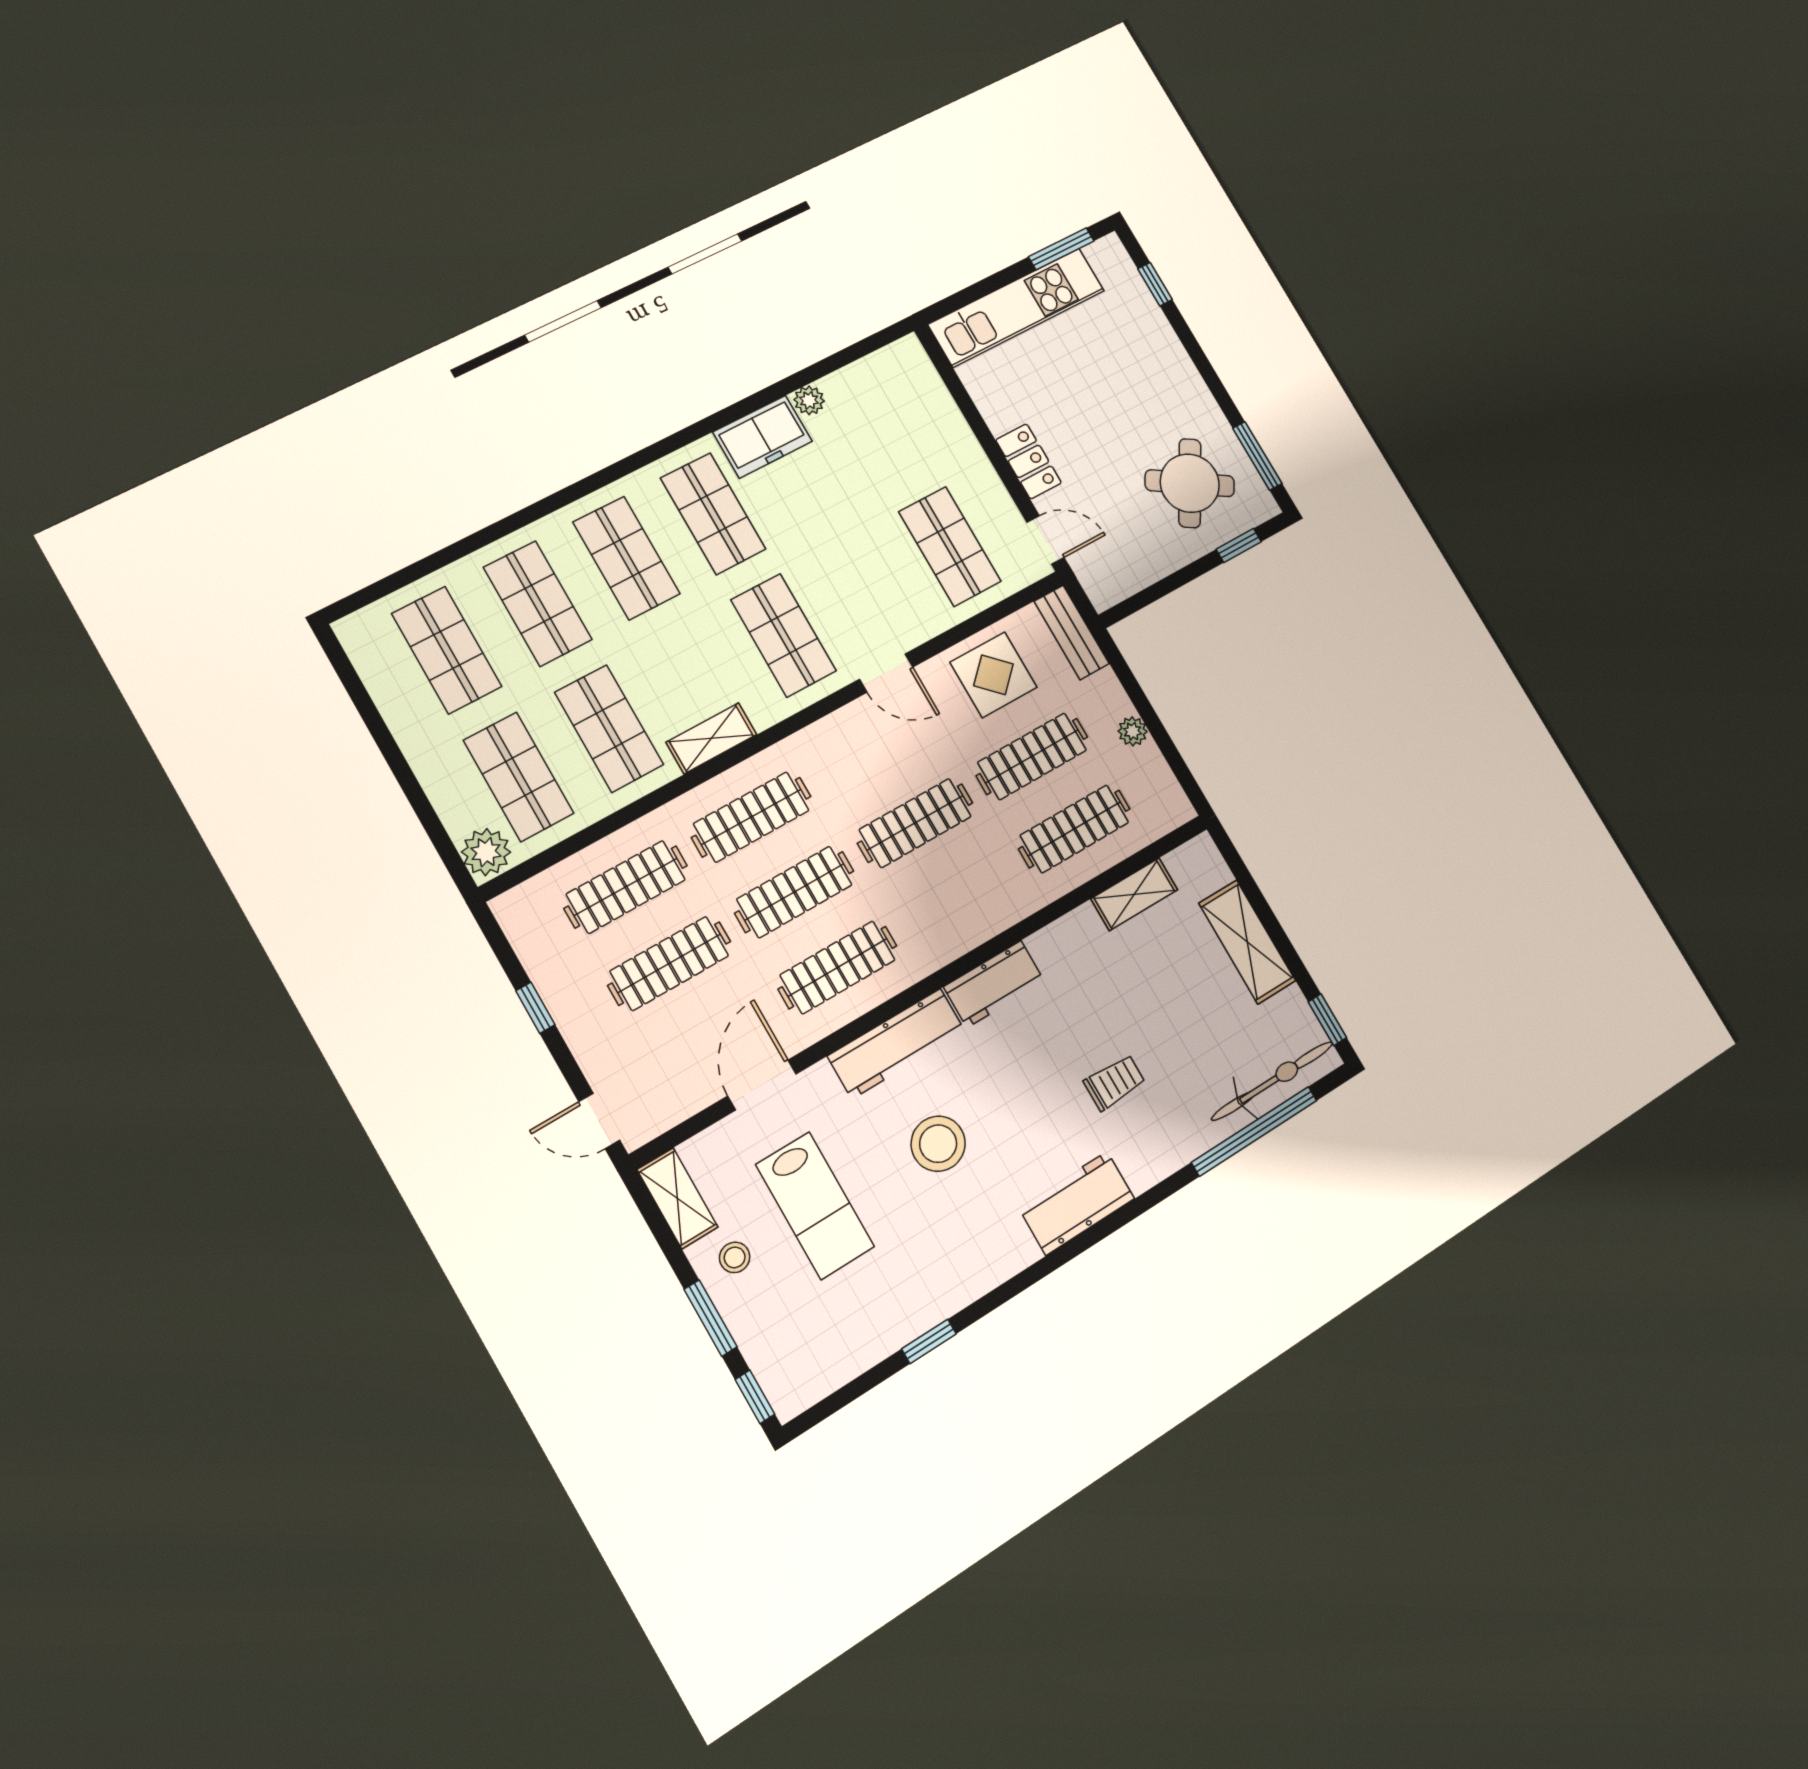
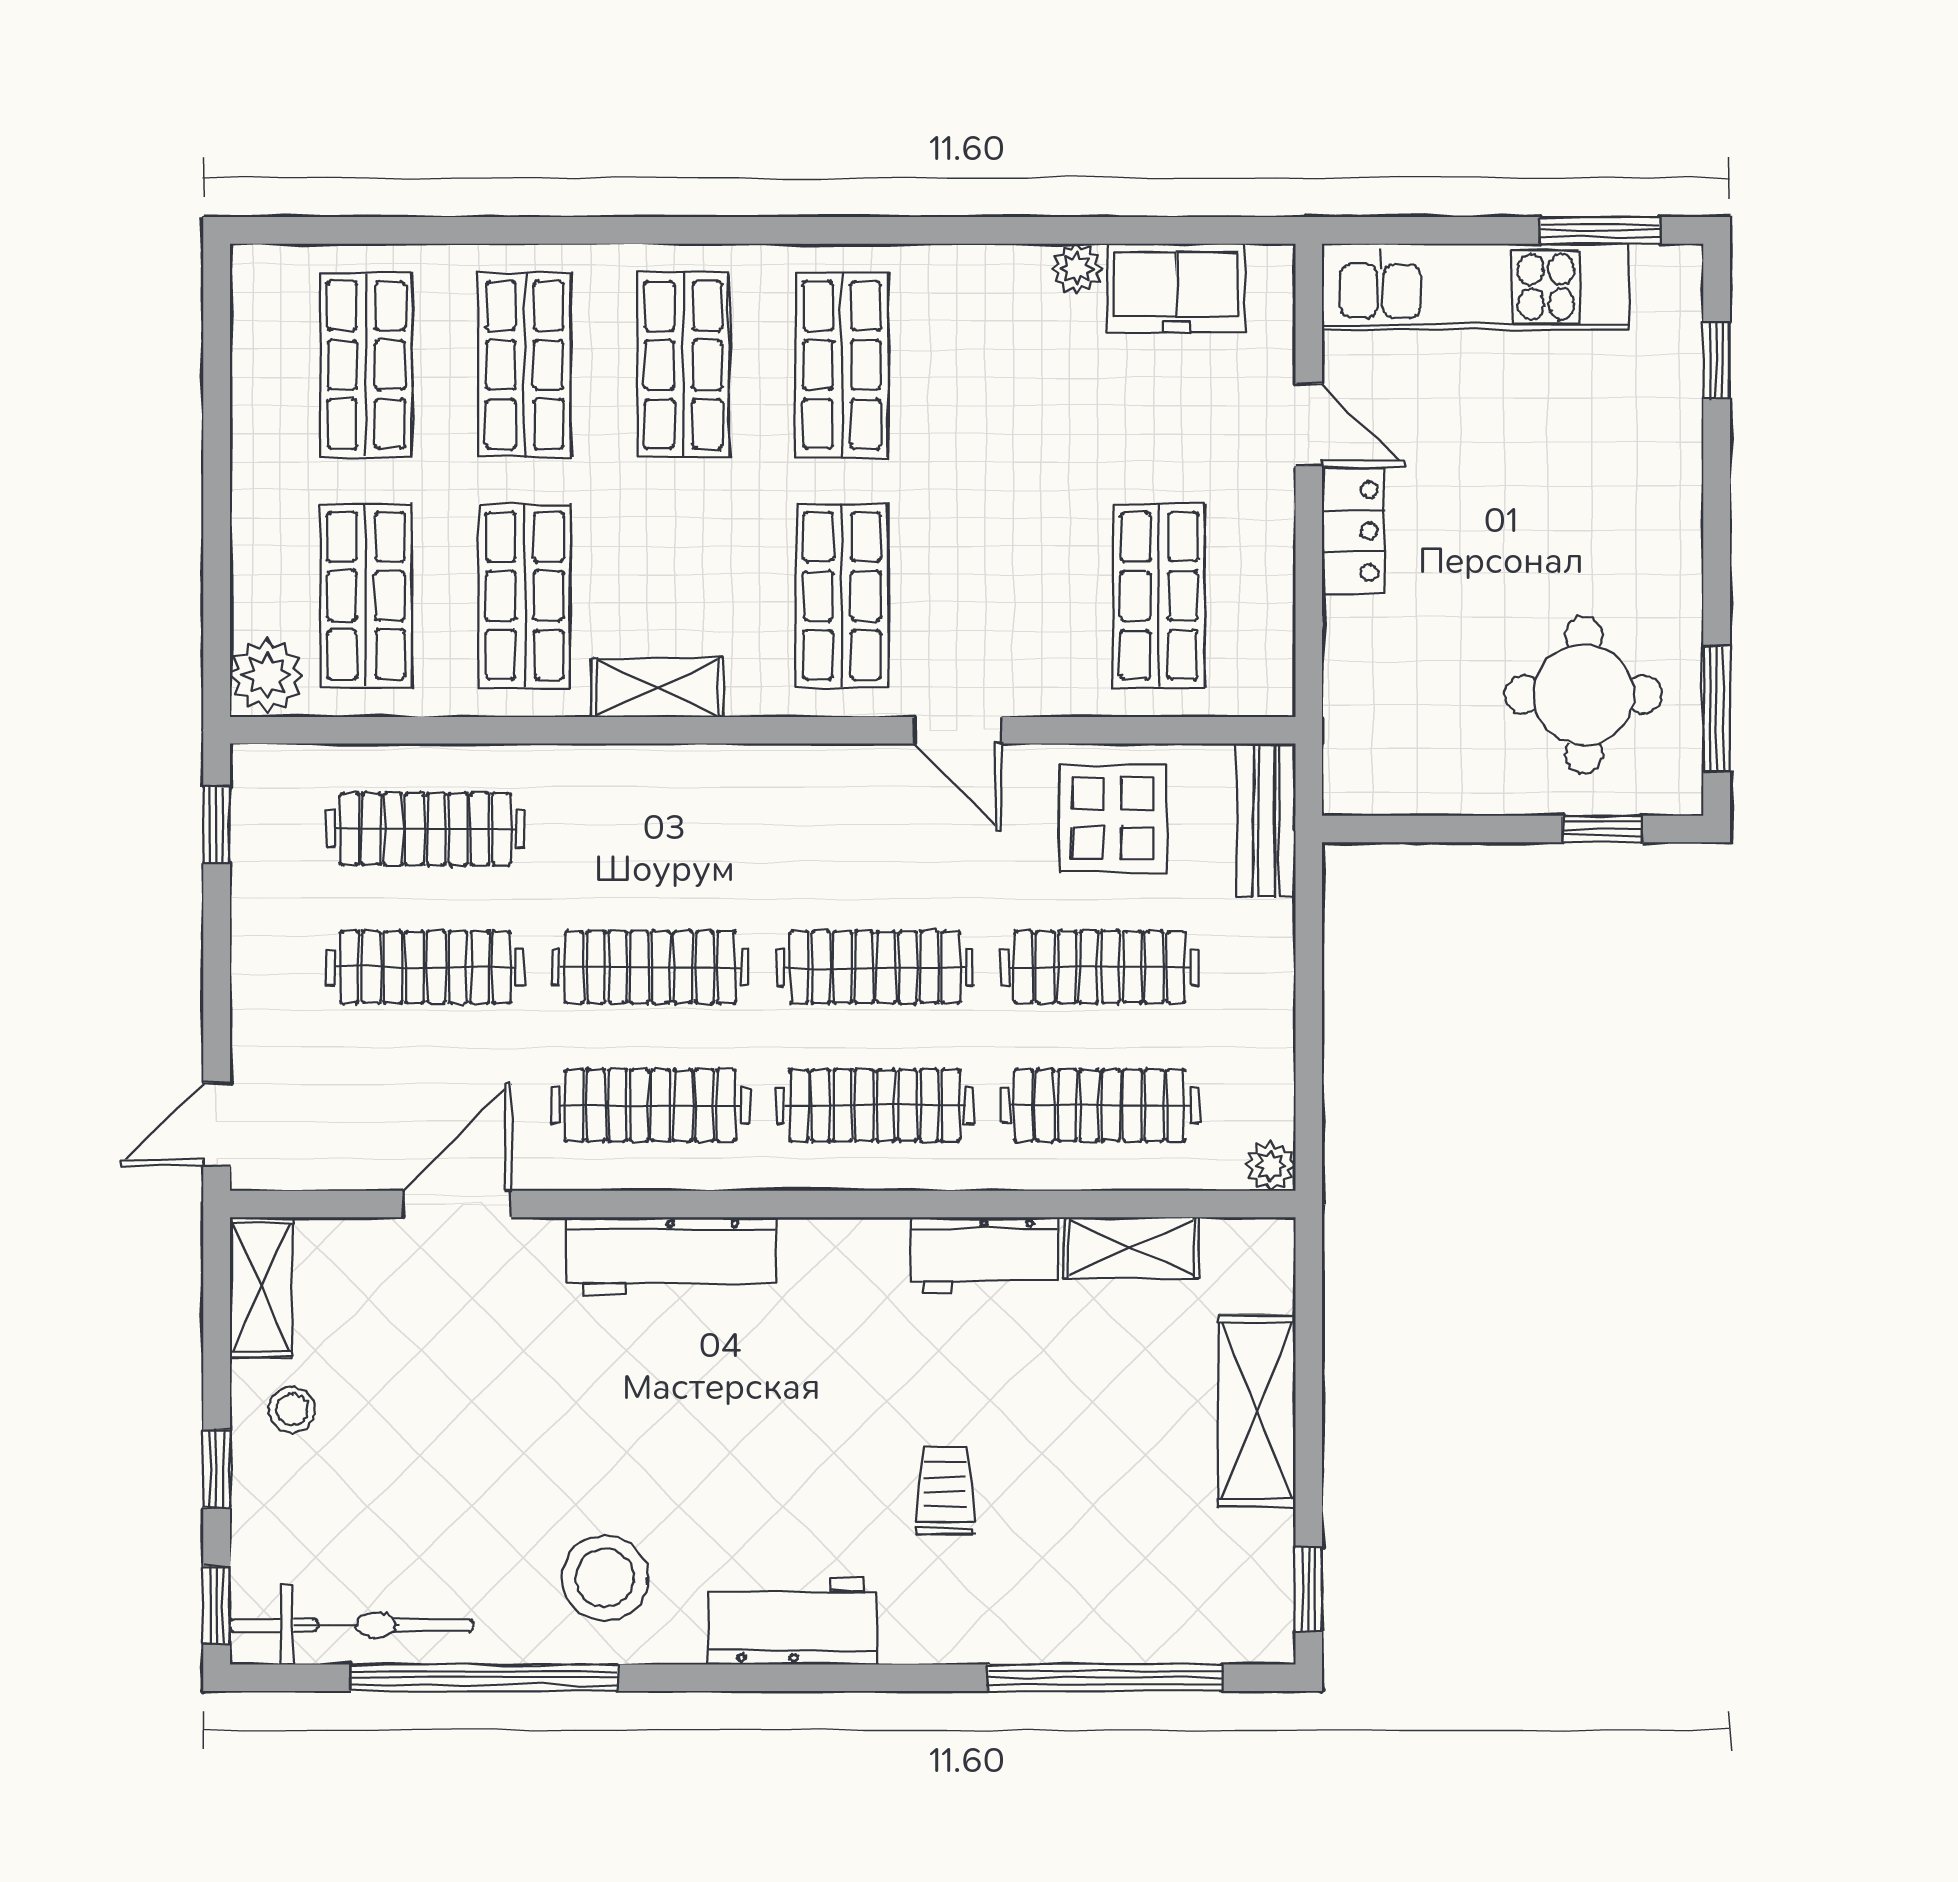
freezer: (763, 437) -> (1176, 288), moved
round table: (1190, 483) -> (1584, 695), turned -32
door: (1045, 540) -> (1309, 425), moved
plant: (1133, 731) -> (1271, 1166), moved
clothes rail: (751, 817) -> (875, 1105), moved
workbench: (994, 984) -> (985, 1255), moved
window: (535, 1008) -> (217, 824), moved
bicycle: (1272, 1081) -> (351, 1625), moved
trolley: (1115, 1082) -> (945, 1491), turned -90
door: (599, 1121) -> (217, 1124), hinge flipped
stool: (938, 1144) -> (605, 1578), moved
lab bench: (815, 1206) -> (436, 1407), removed
window: (710, 1318) -> (217, 1469), width x0.67
window: (929, 1341) -> (484, 1678), width x3.17

